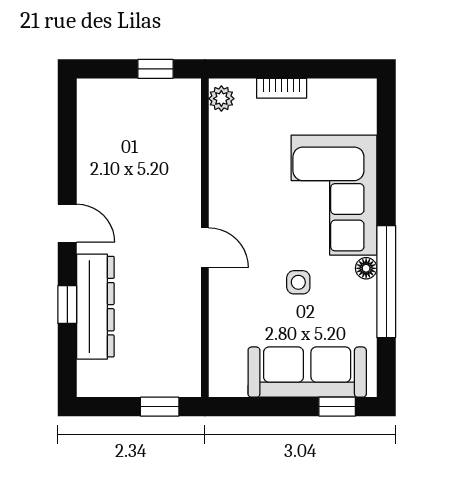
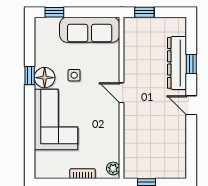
floor lamp: (366, 268) -> (45, 78), width x1.89, depth x1.89
window: (386, 282) -> (30, 76), width x0.32
sofa: (307, 372) -> (90, 30), moved

